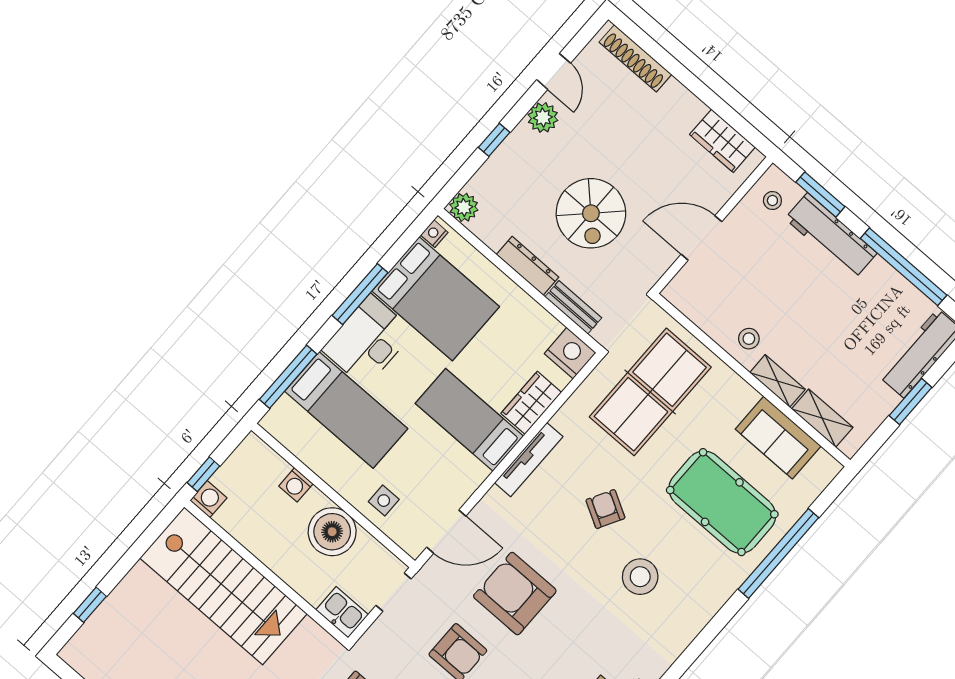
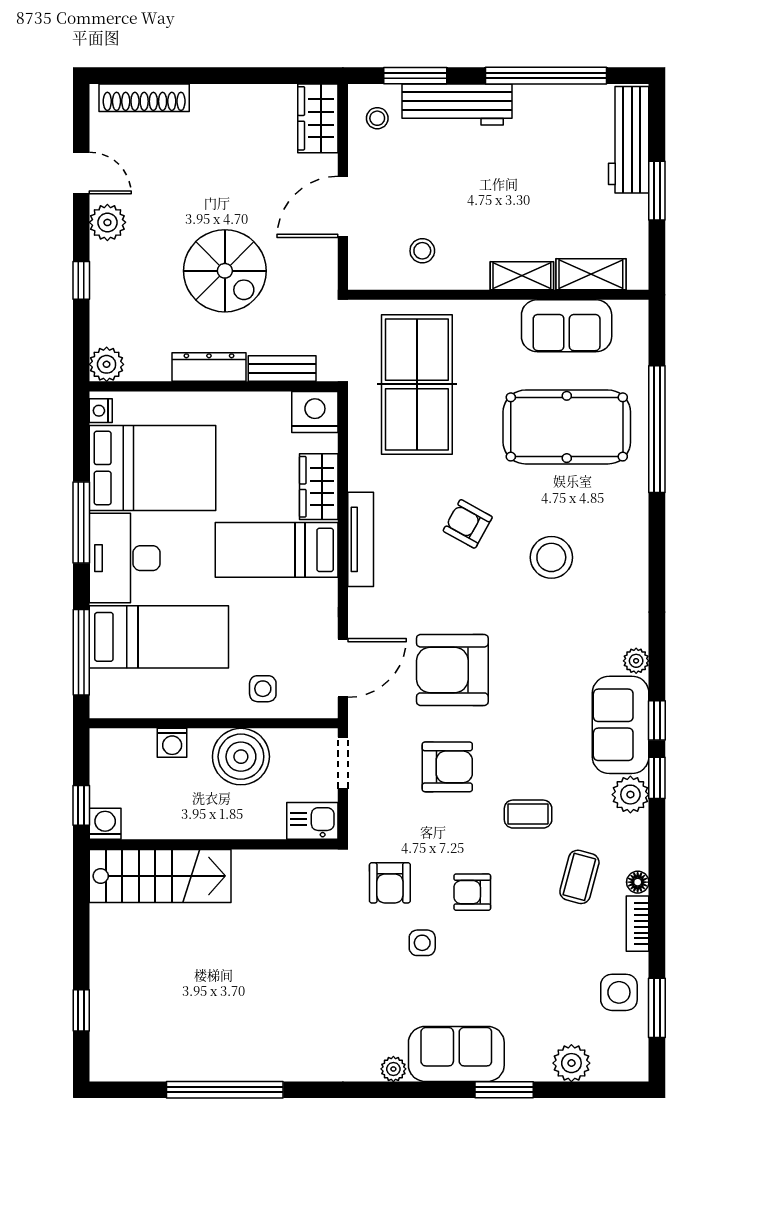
wardrobe: (722, 141) -> (318, 118), moved, turned 90
stool: (749, 339) -> (422, 251), moved
stairs: (223, 586) -> (160, 876), width x0.73, depth x0.66

